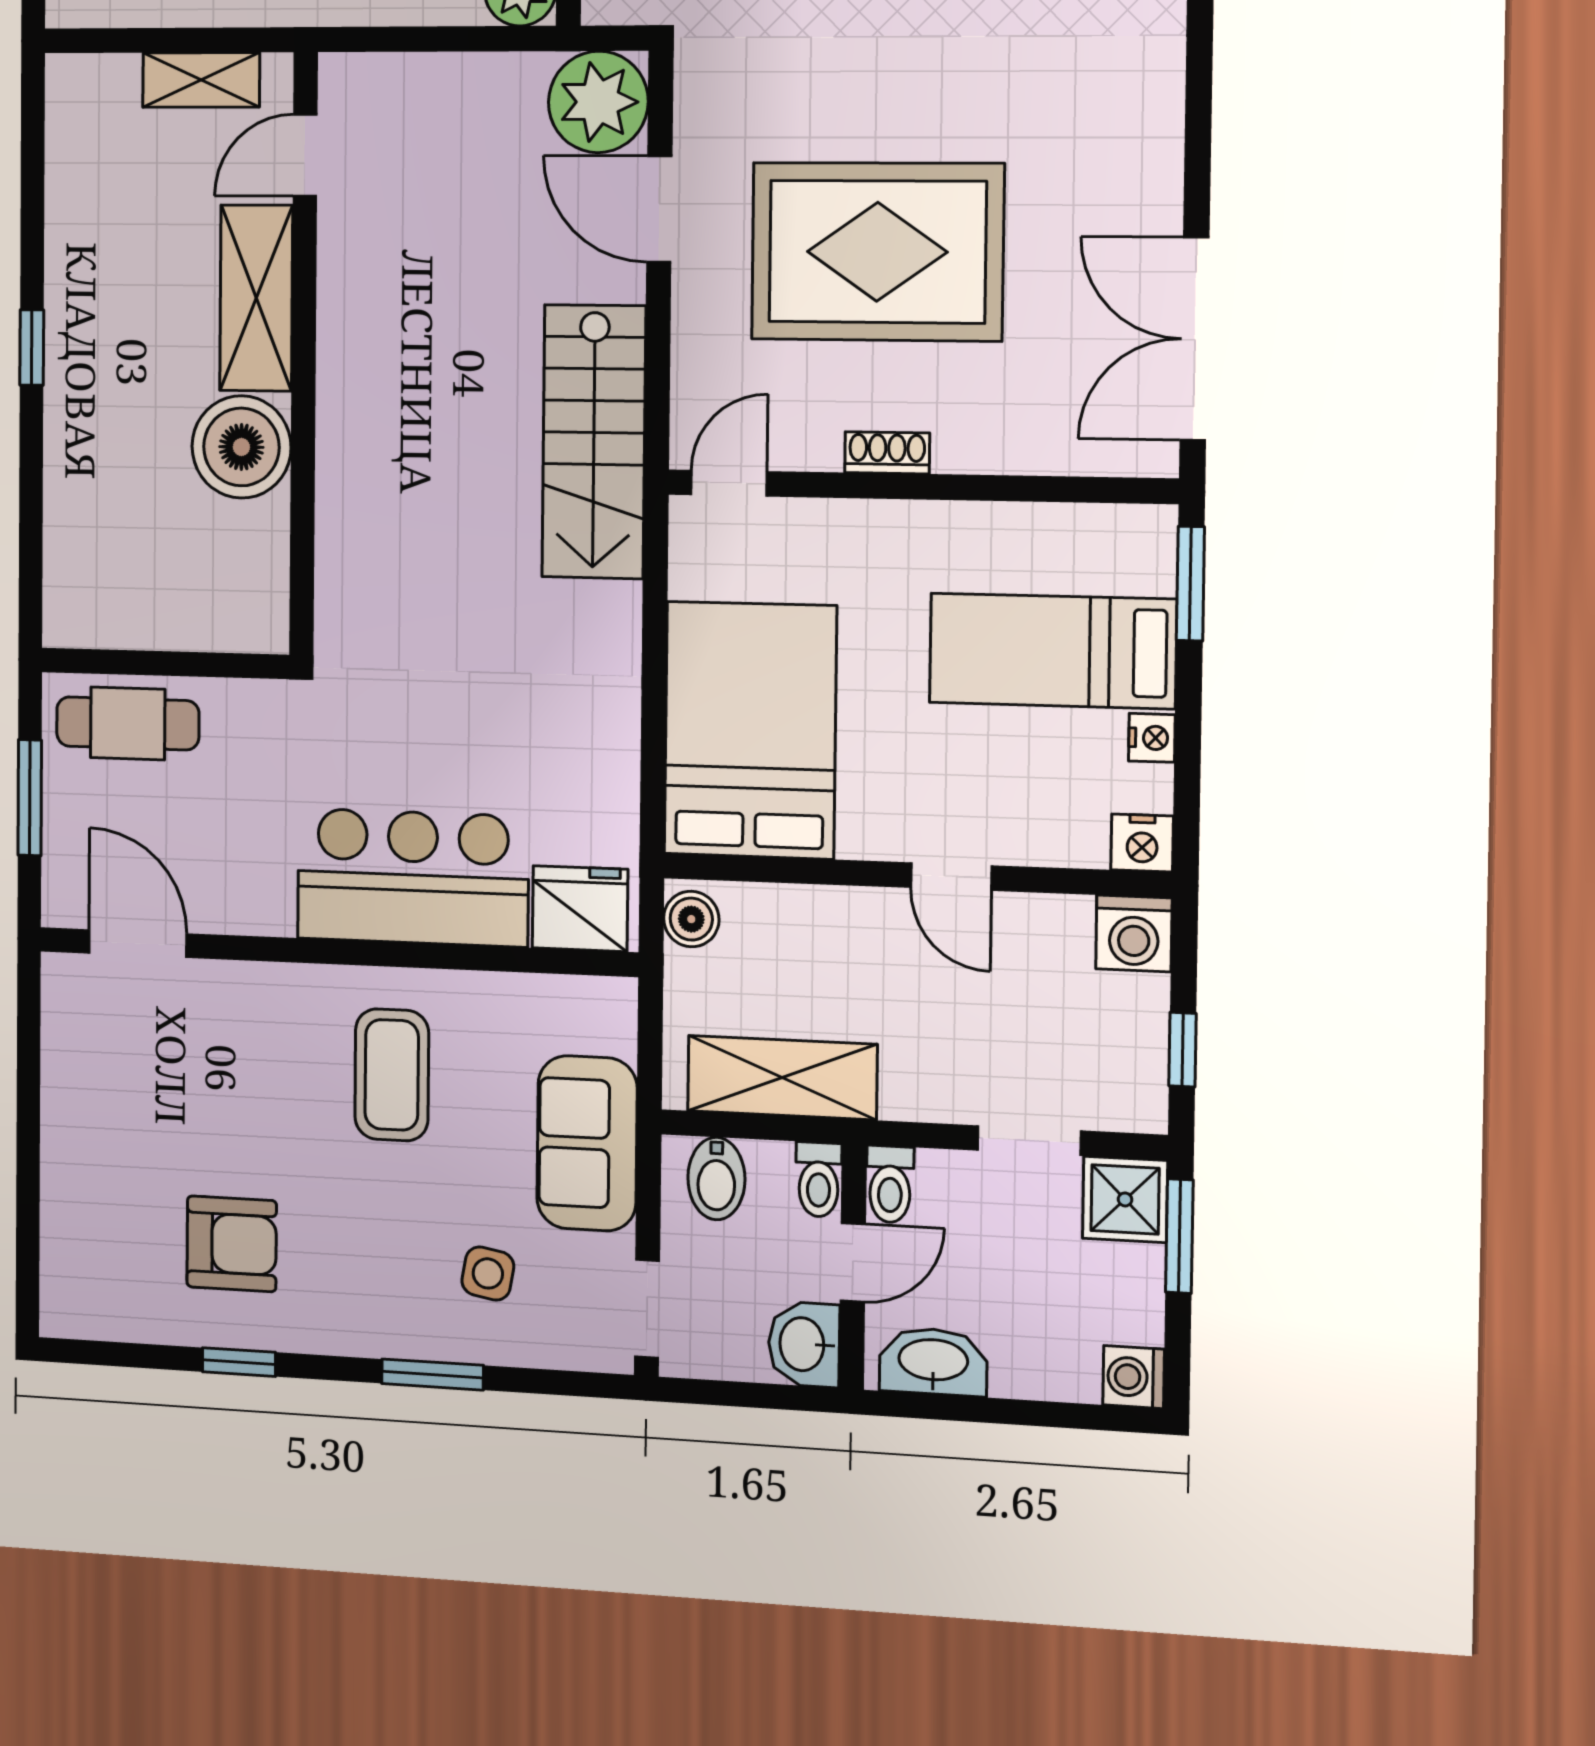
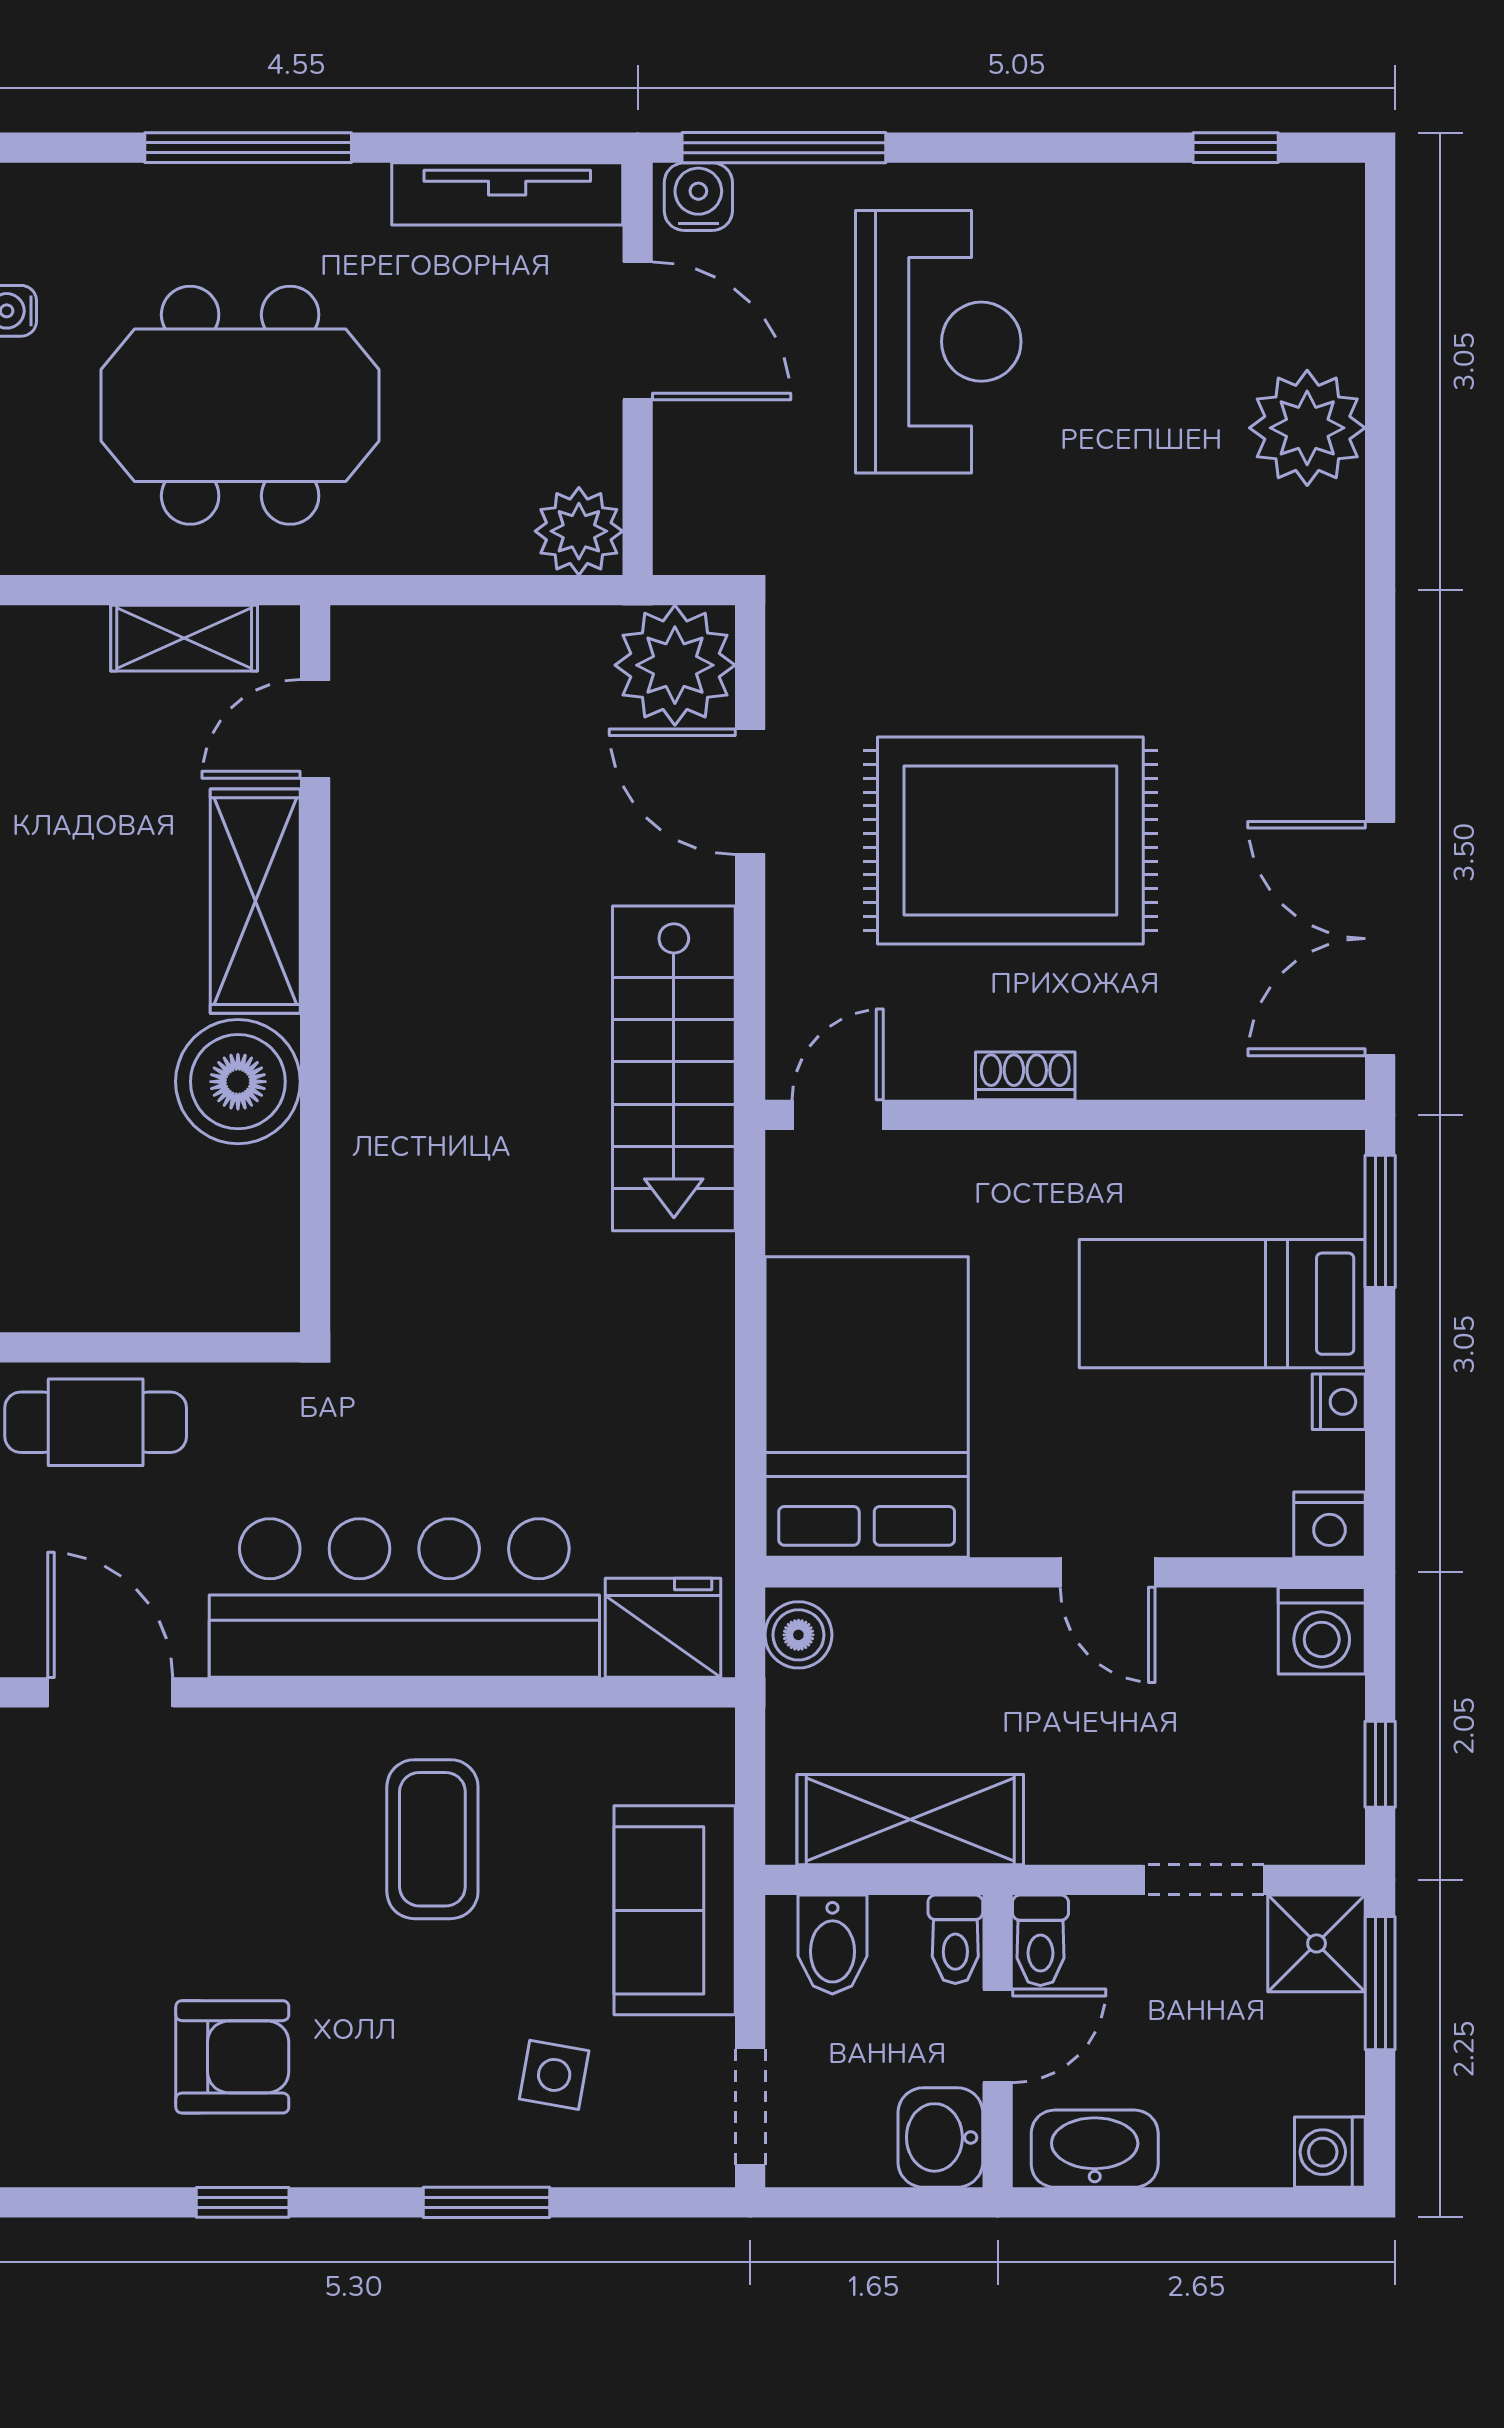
bar counter: (413, 877) -> (404, 1598), width x1.36

